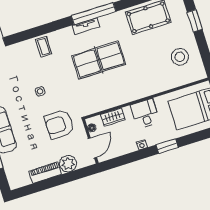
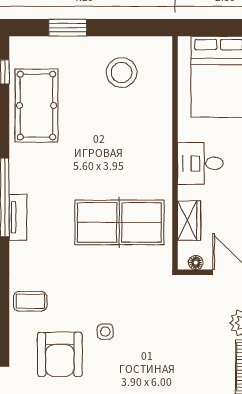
table tennis table: (99, 60) -> (119, 222), moved, turned 90
armchair: (59, 124) -> (60, 354), moved

